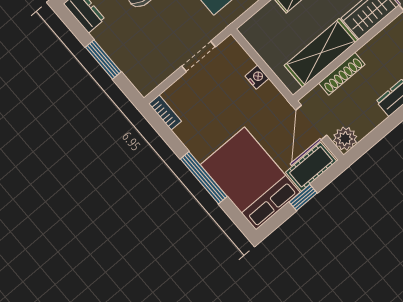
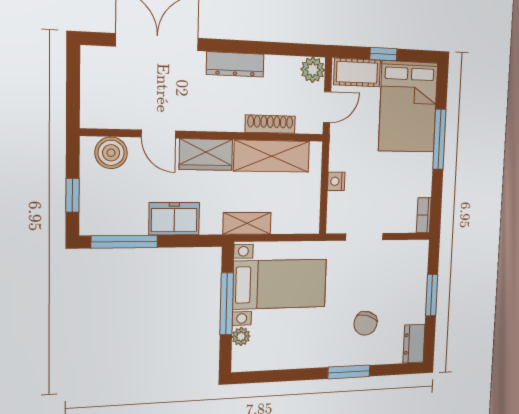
door: (311, 123) -> (327, 107), width x0.73

